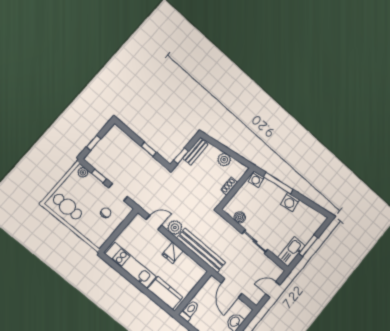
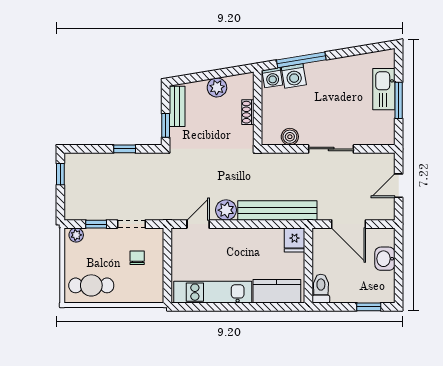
window: (94, 143) -> (60, 174), moved
washing machine: (290, 202) -> (294, 76), moved
kitchen sink: (291, 252) -> (384, 89), moved
fridge: (173, 253) -> (294, 240), moved

